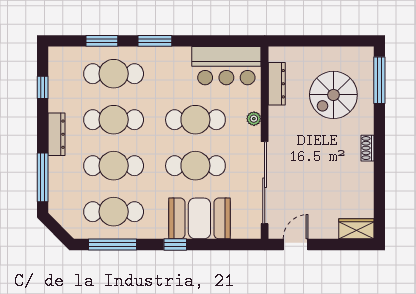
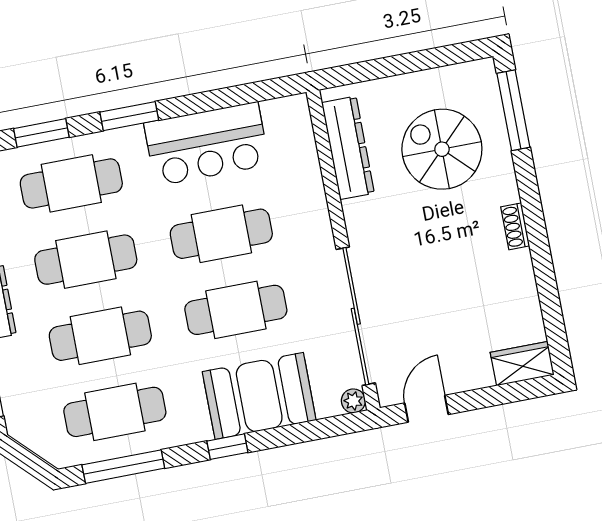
bar counter: (226, 66) -> (207, 144), moved
dresser: (277, 84) -> (348, 148), width x1.37, depth x1.24
spiral stairs: (333, 95) -> (442, 149), turned 90
plant: (254, 119) -> (353, 401), moved

